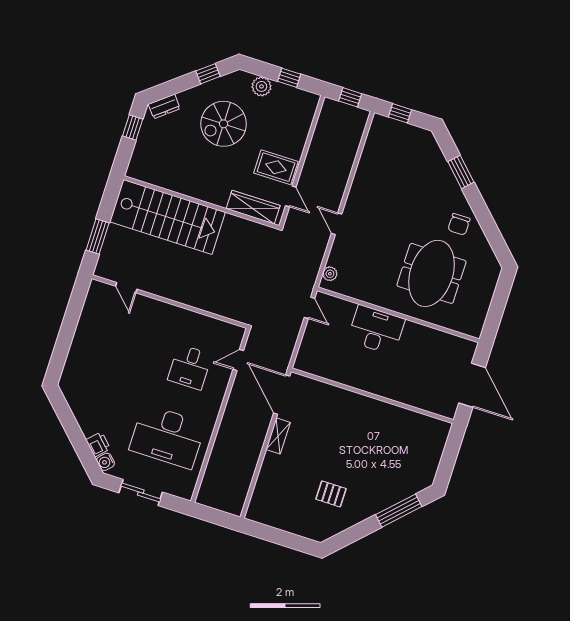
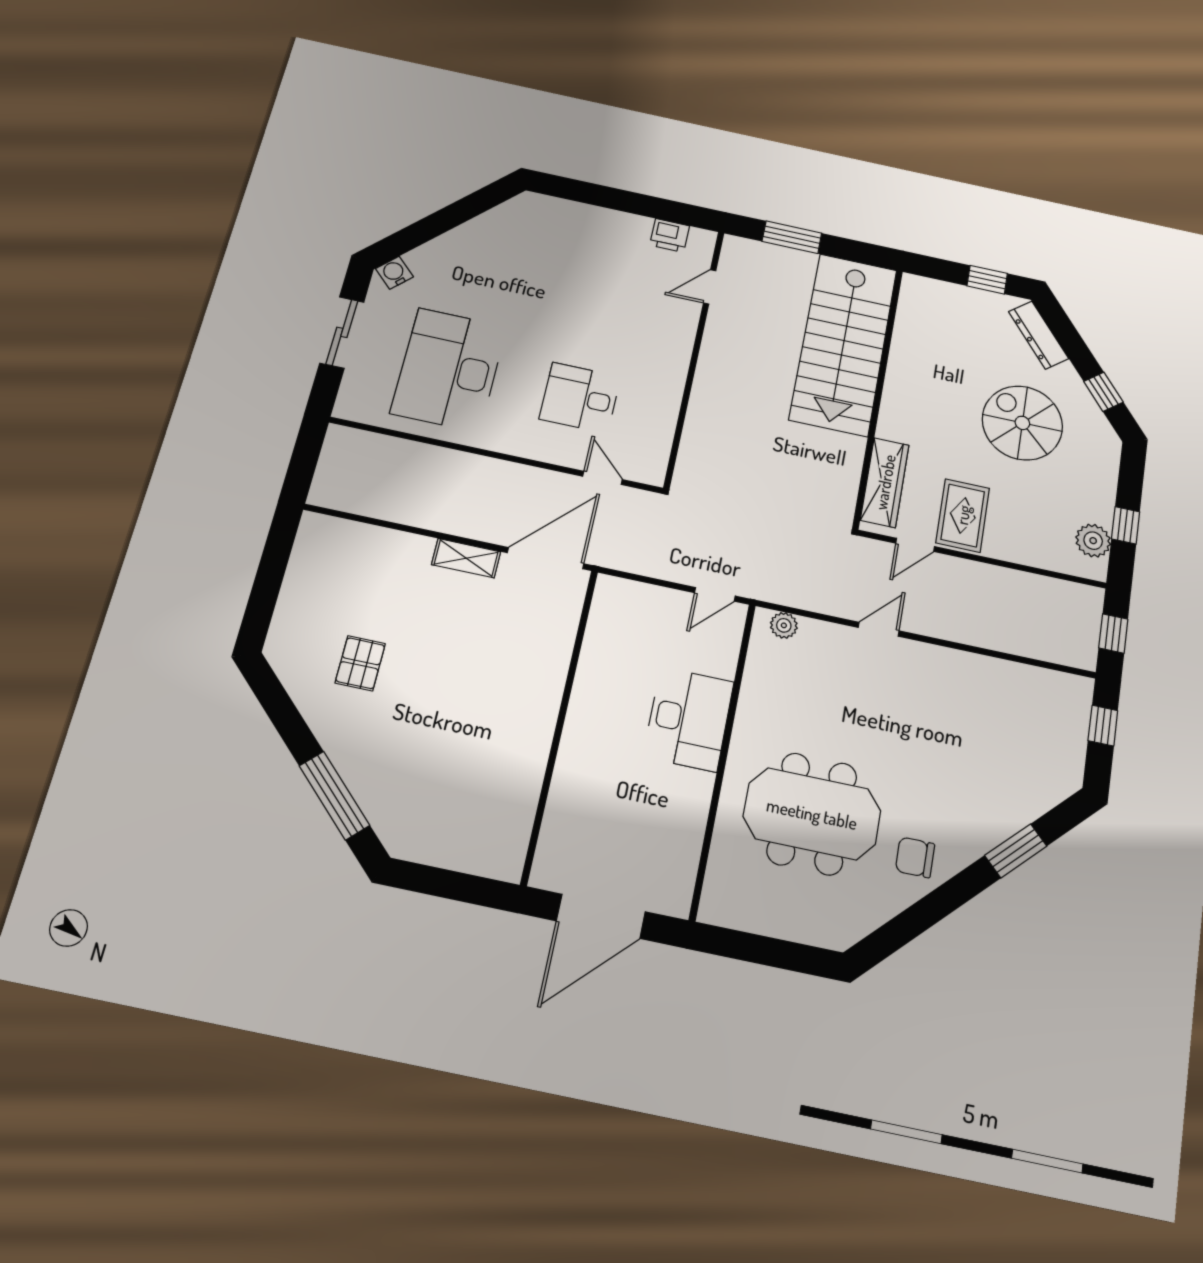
plant: (261, 86) -> (1093, 541), moved
dresser: (164, 106) -> (1039, 335), width x1.44
printer: (98, 444) -> (670, 235), moved, turned 45

